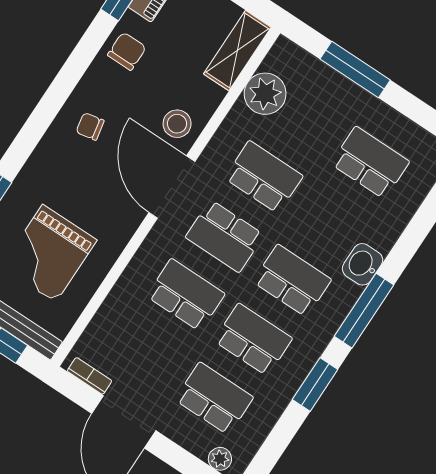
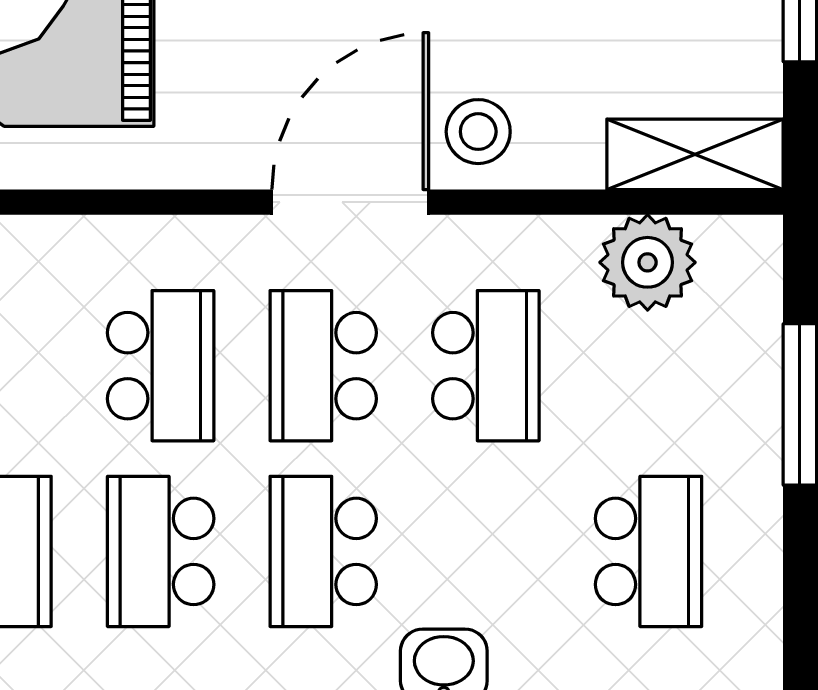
school desk: (292, 281) -> (323, 551), turned 180
school desk: (253, 340) -> (161, 551), turned 180

